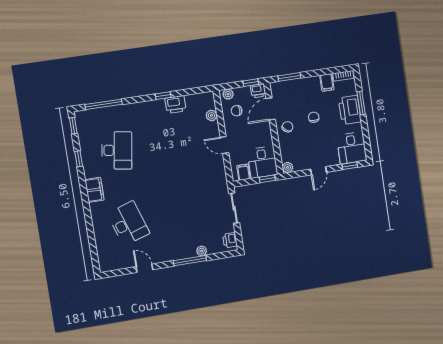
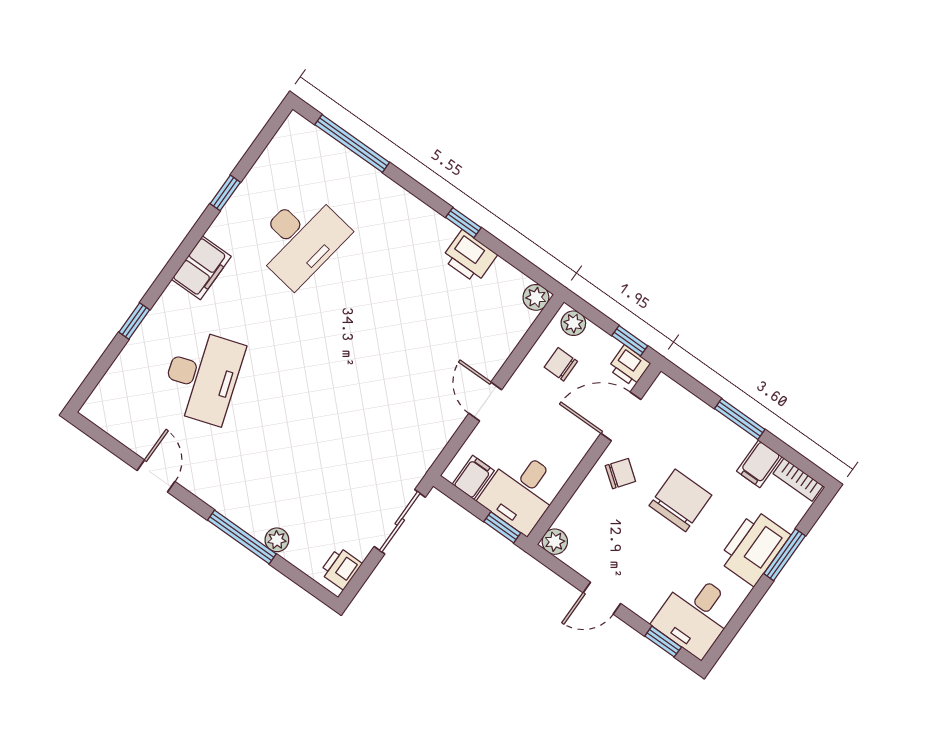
window: (289, 77) -> (740, 419), moved
plant: (211, 115) -> (536, 297), moved
chair: (314, 117) -> (680, 500), width x1.87, depth x1.87
window: (73, 126) -> (134, 321), moved

